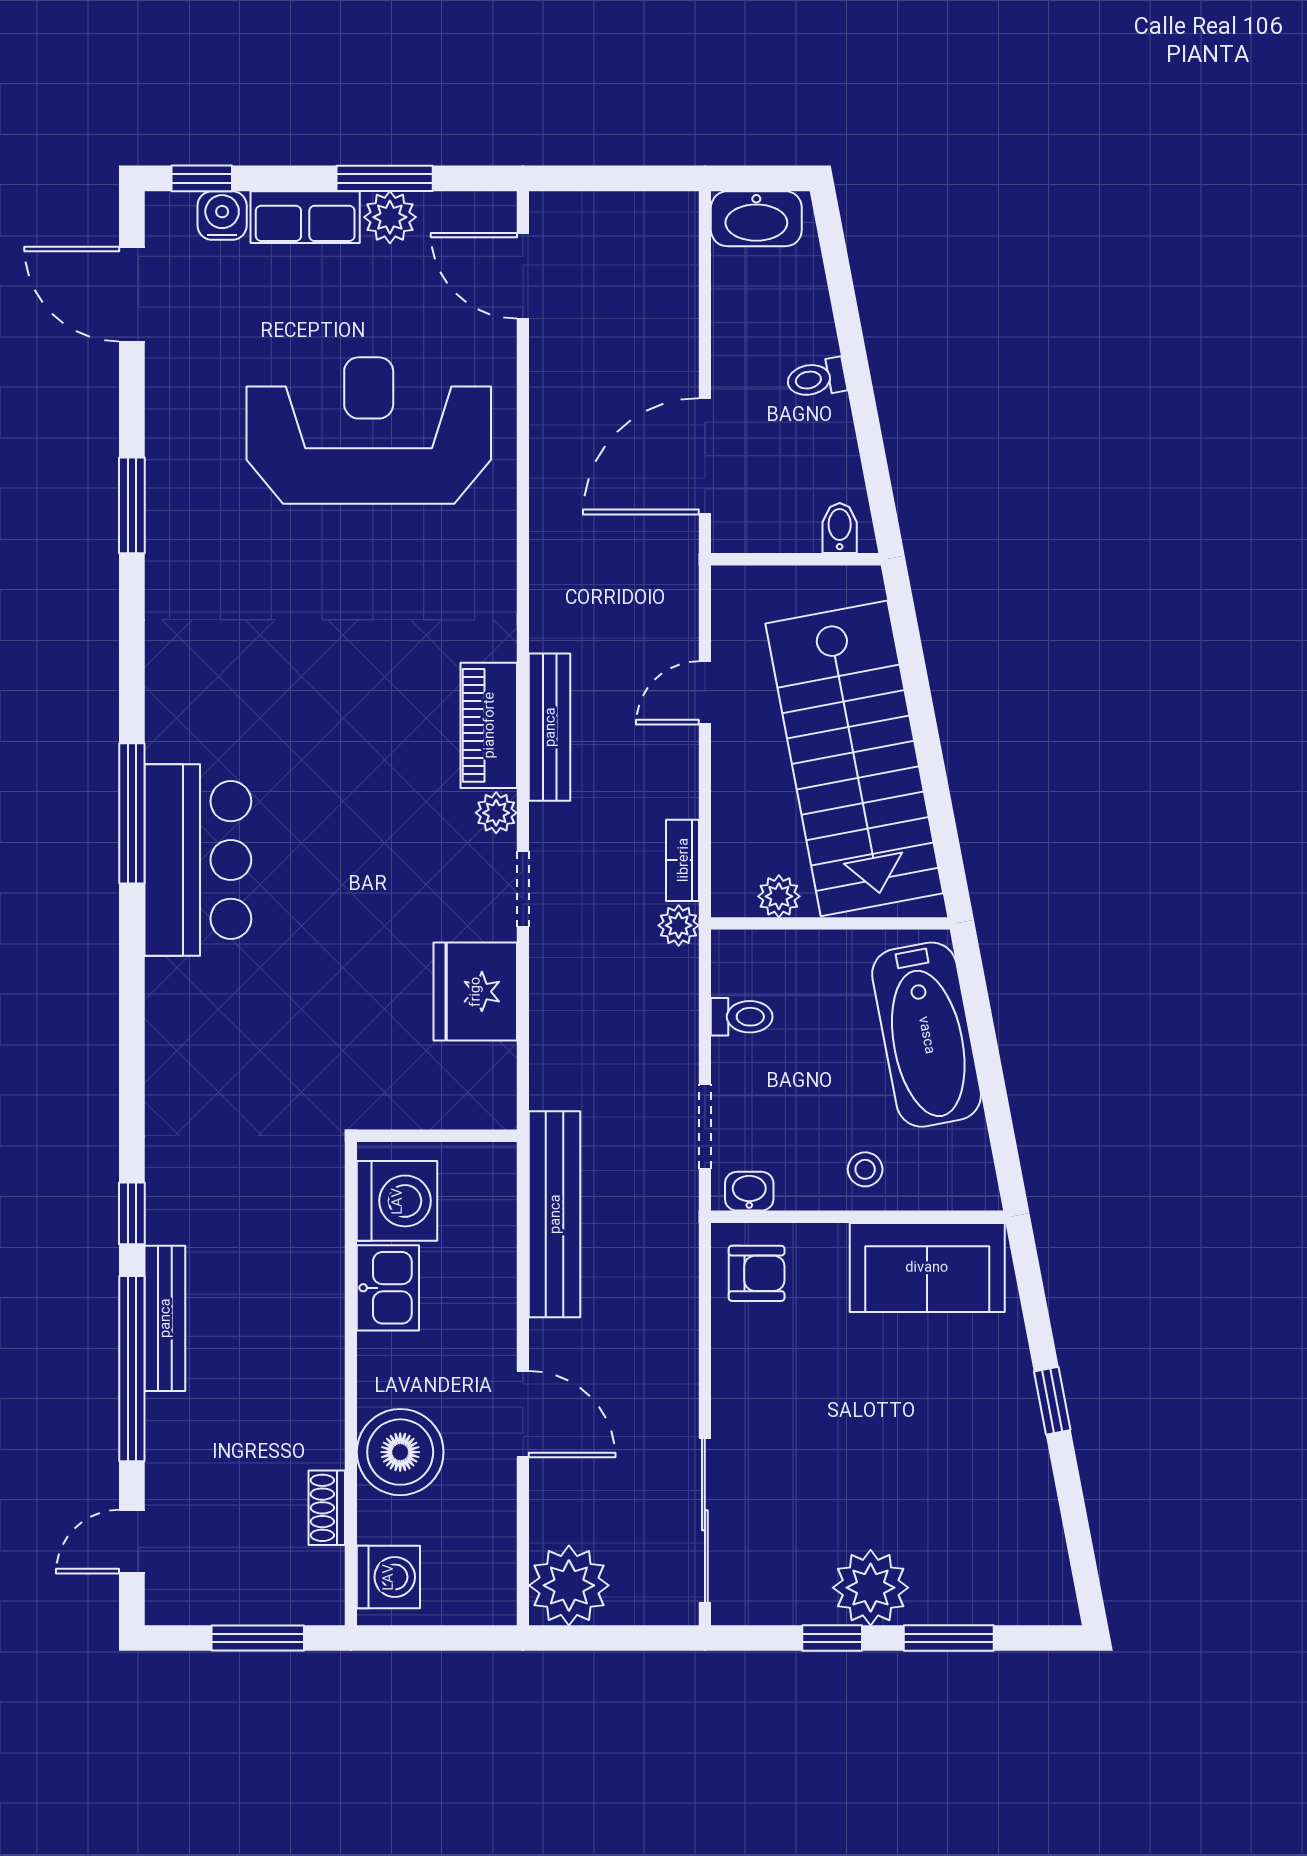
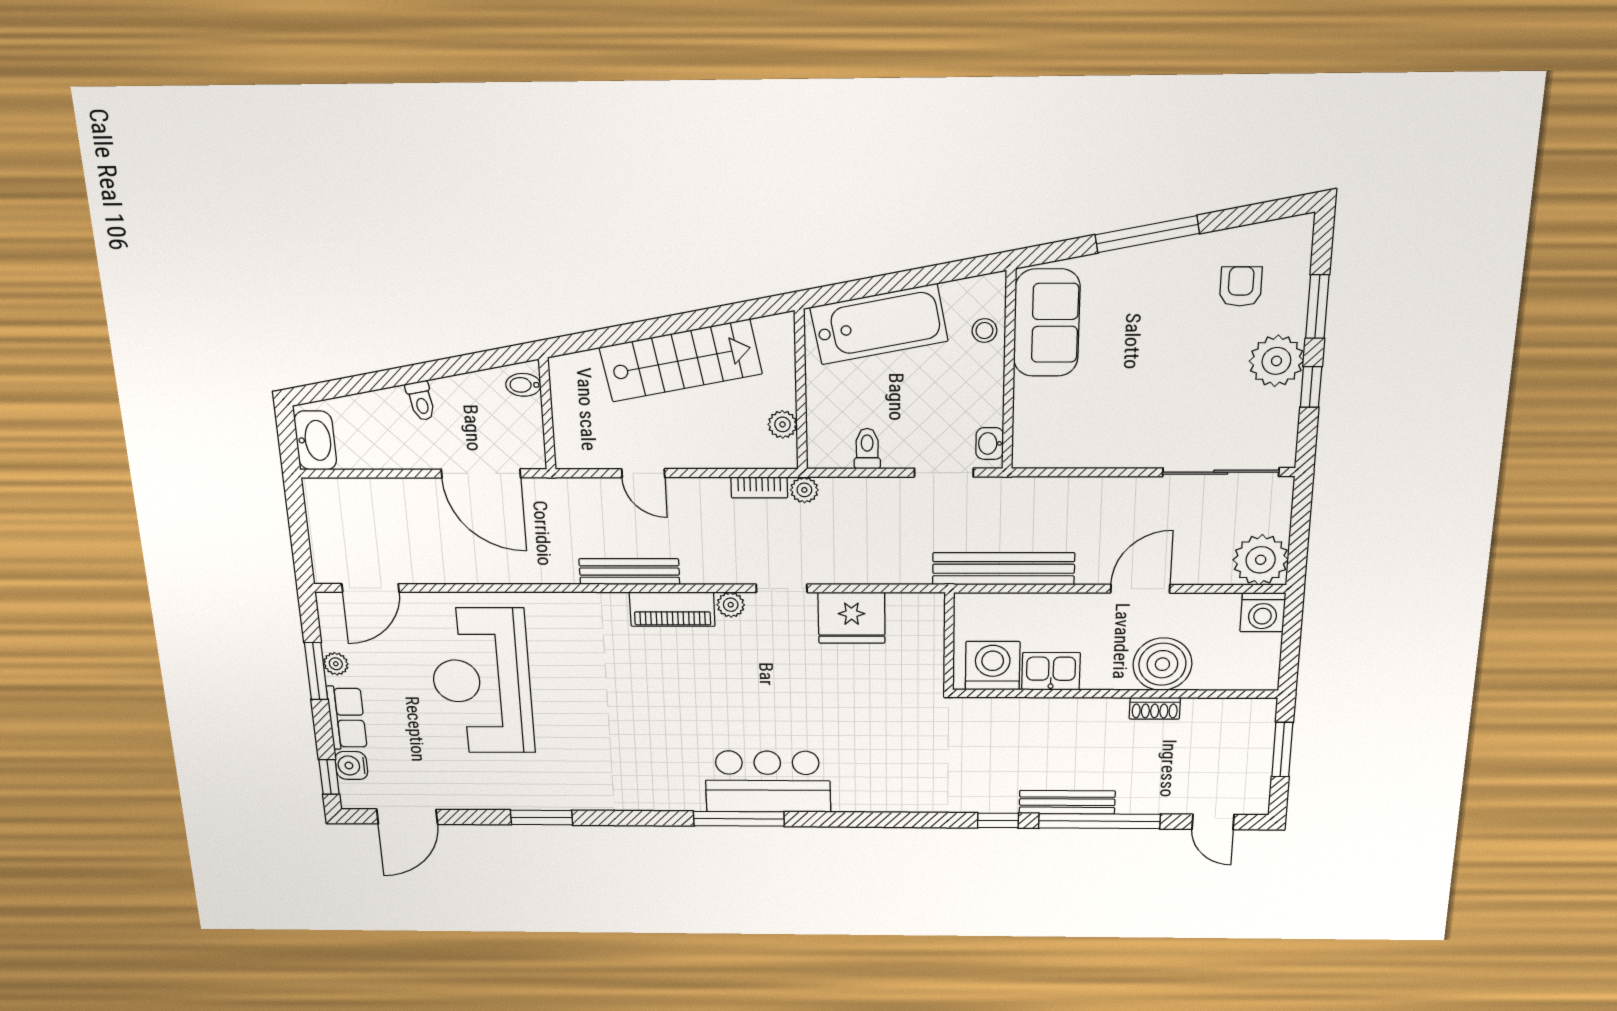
plant: (390, 217) -> (336, 664), width x0.73, depth x0.73
bench: (550, 727) -> (629, 572), moved
stairs: (854, 758) -> (681, 361), width x0.73, depth x0.66
stool: (865, 1169) -> (984, 330), moved
armchair: (757, 1273) -> (1241, 286), moved
window: (1052, 1401) -> (1147, 234), width x2.17
shoe rack: (327, 1508) -> (1155, 708), moved
washing machine: (388, 1577) -> (1263, 612), moved, turned 180

